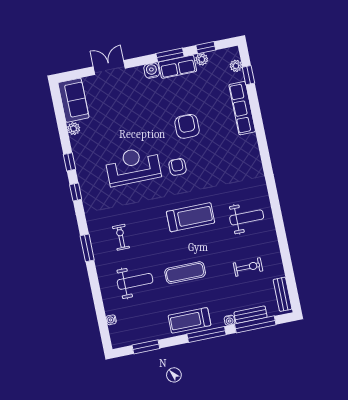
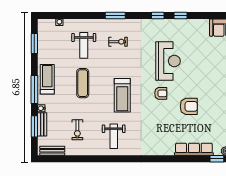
plant: (74, 129) -> (204, 23), removed
window: (255, 324) -> (34, 126), width x0.69

